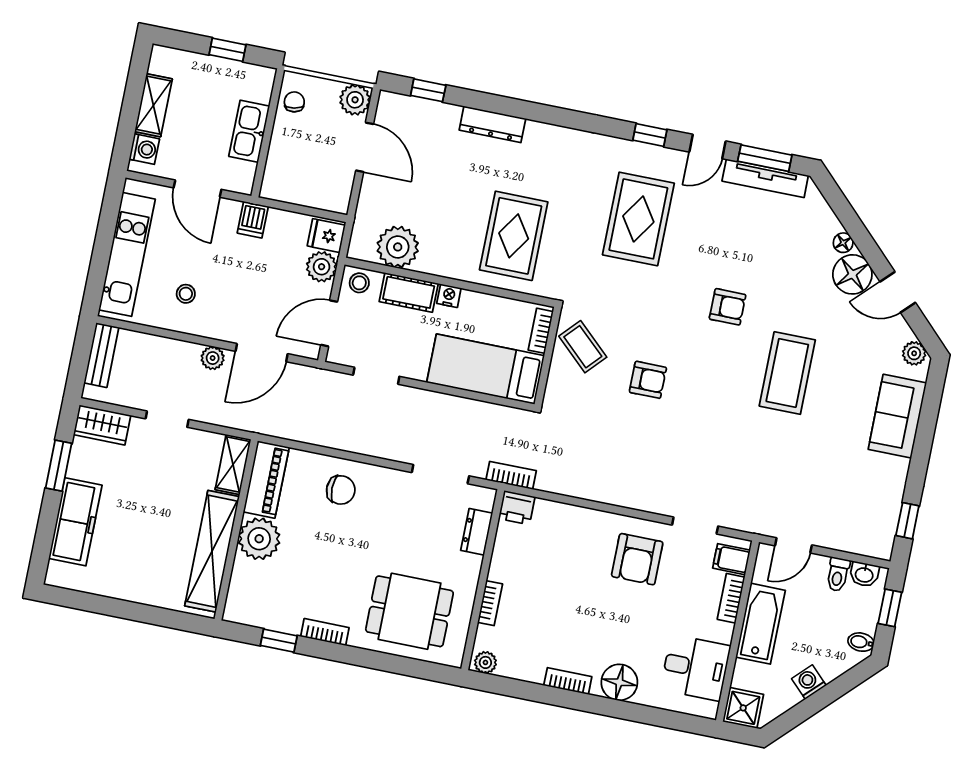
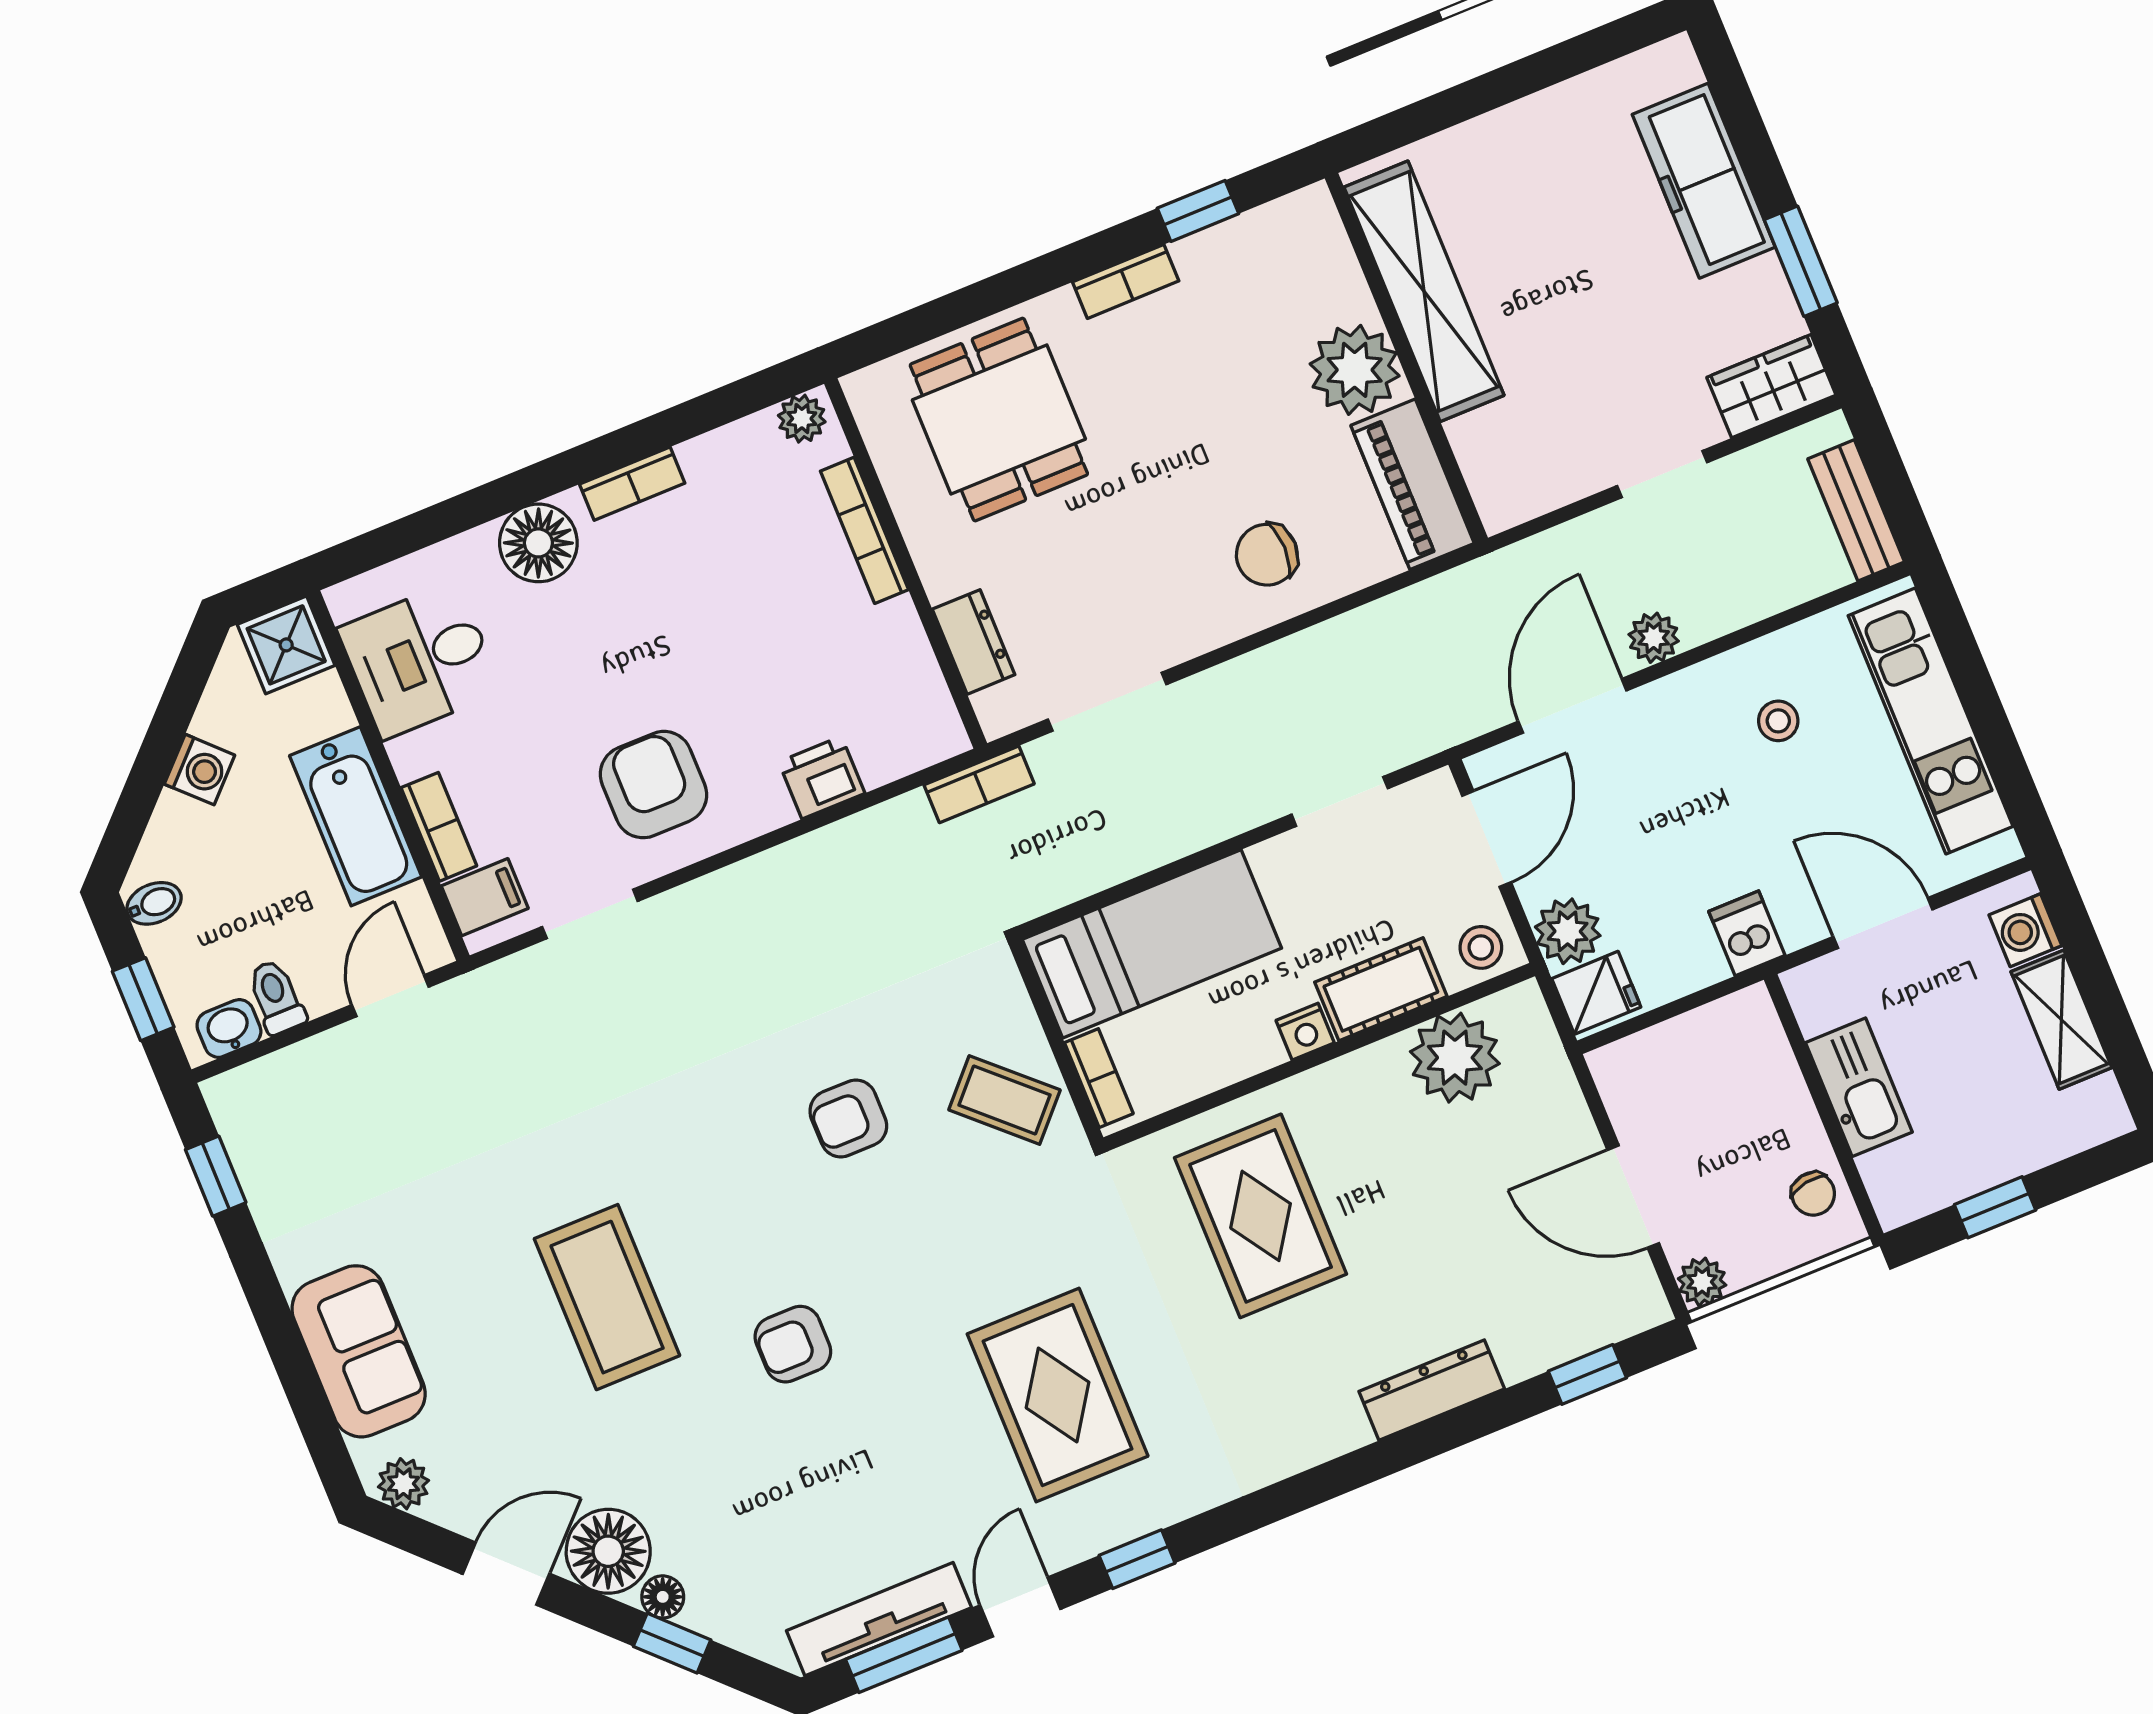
plant: (355, 100) -> (1702, 1282), width x0.73, depth x0.73
window: (851, 222) -> (672, 1643), added
shelving: (233, 464) -> (1490, 472), removed
printer: (517, 508) -> (822, 778), moved
bookcase: (490, 603) -> (864, 530), width x1.56
dining table: (409, 611) -> (999, 420), turned 90

